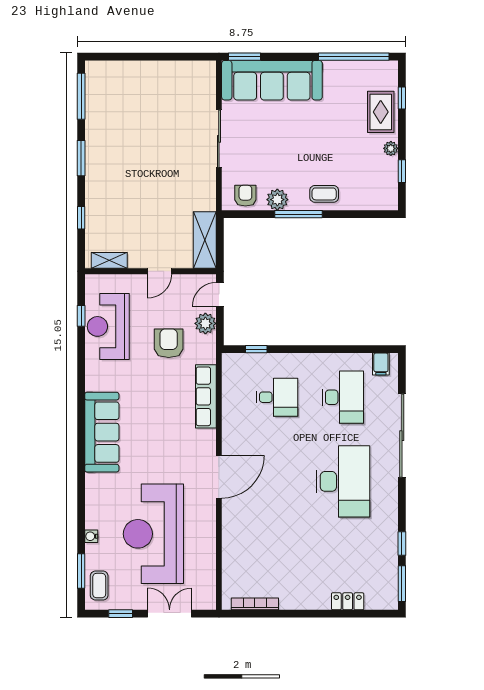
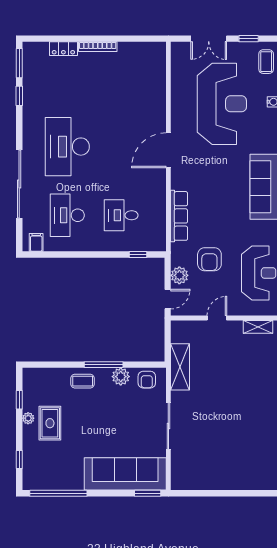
rug: (381, 112) -> (50, 423), moved
shelving: (205, 240) -> (180, 367), moved
bookcase: (255, 604) -> (98, 47), moved

